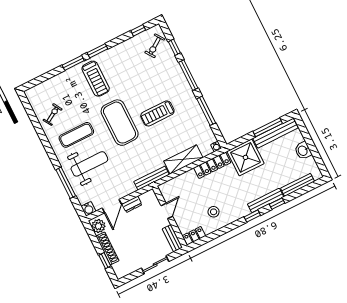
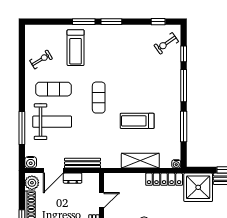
treadmill: (96, 79) -> (76, 48), moved
treadmill: (157, 113) -> (137, 121), moved
exercise mat: (120, 123) -> (99, 98), width x0.50, depth x0.69
bench: (151, 178) -> (83, 163), moved

